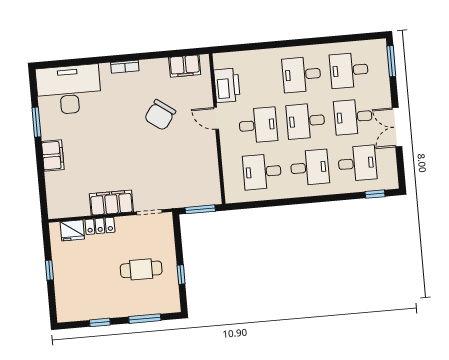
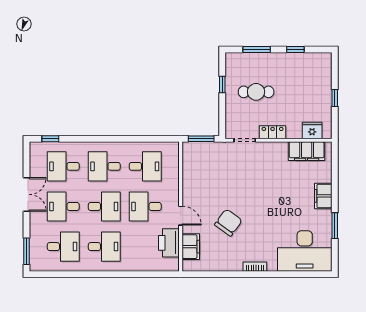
filing cabinet: (185, 66) -> (191, 247), moved, turned 90
desk: (353, 117) -> (63, 206), turned 180
filing cabinet: (111, 203) -> (307, 151), moved
locker: (100, 226) -> (273, 132), moved

